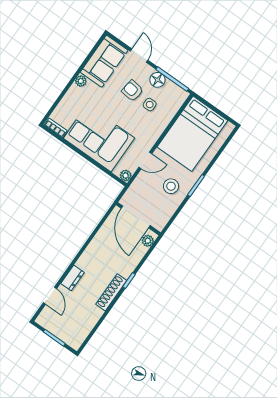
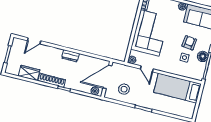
bed: (192, 134) -> (177, 88), width x0.67
stool: (171, 186) -> (124, 89), moved
dresser: (73, 278) -> (70, 56), moved
wardrobe: (90, 319) -> (29, 73), added

